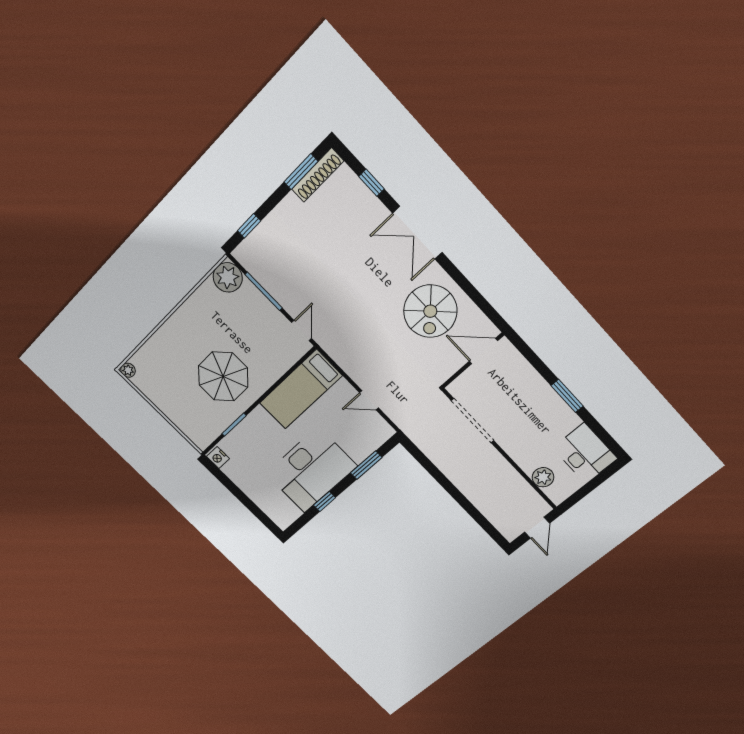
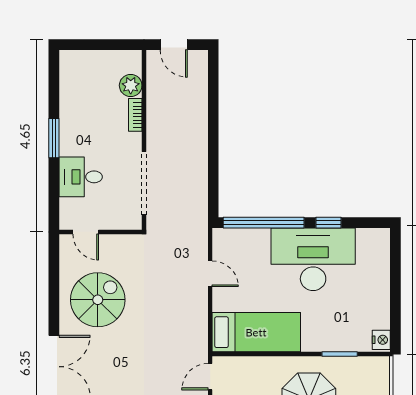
door: (483, 351) -> (86, 232), width x0.73
desk: (585, 453) -> (81, 177), moved, width x0.73
bookcase: (522, 461) -> (135, 115), added
window: (366, 465) -> (264, 223), width x2.11
door: (537, 528) -> (174, 45), swing flipped

